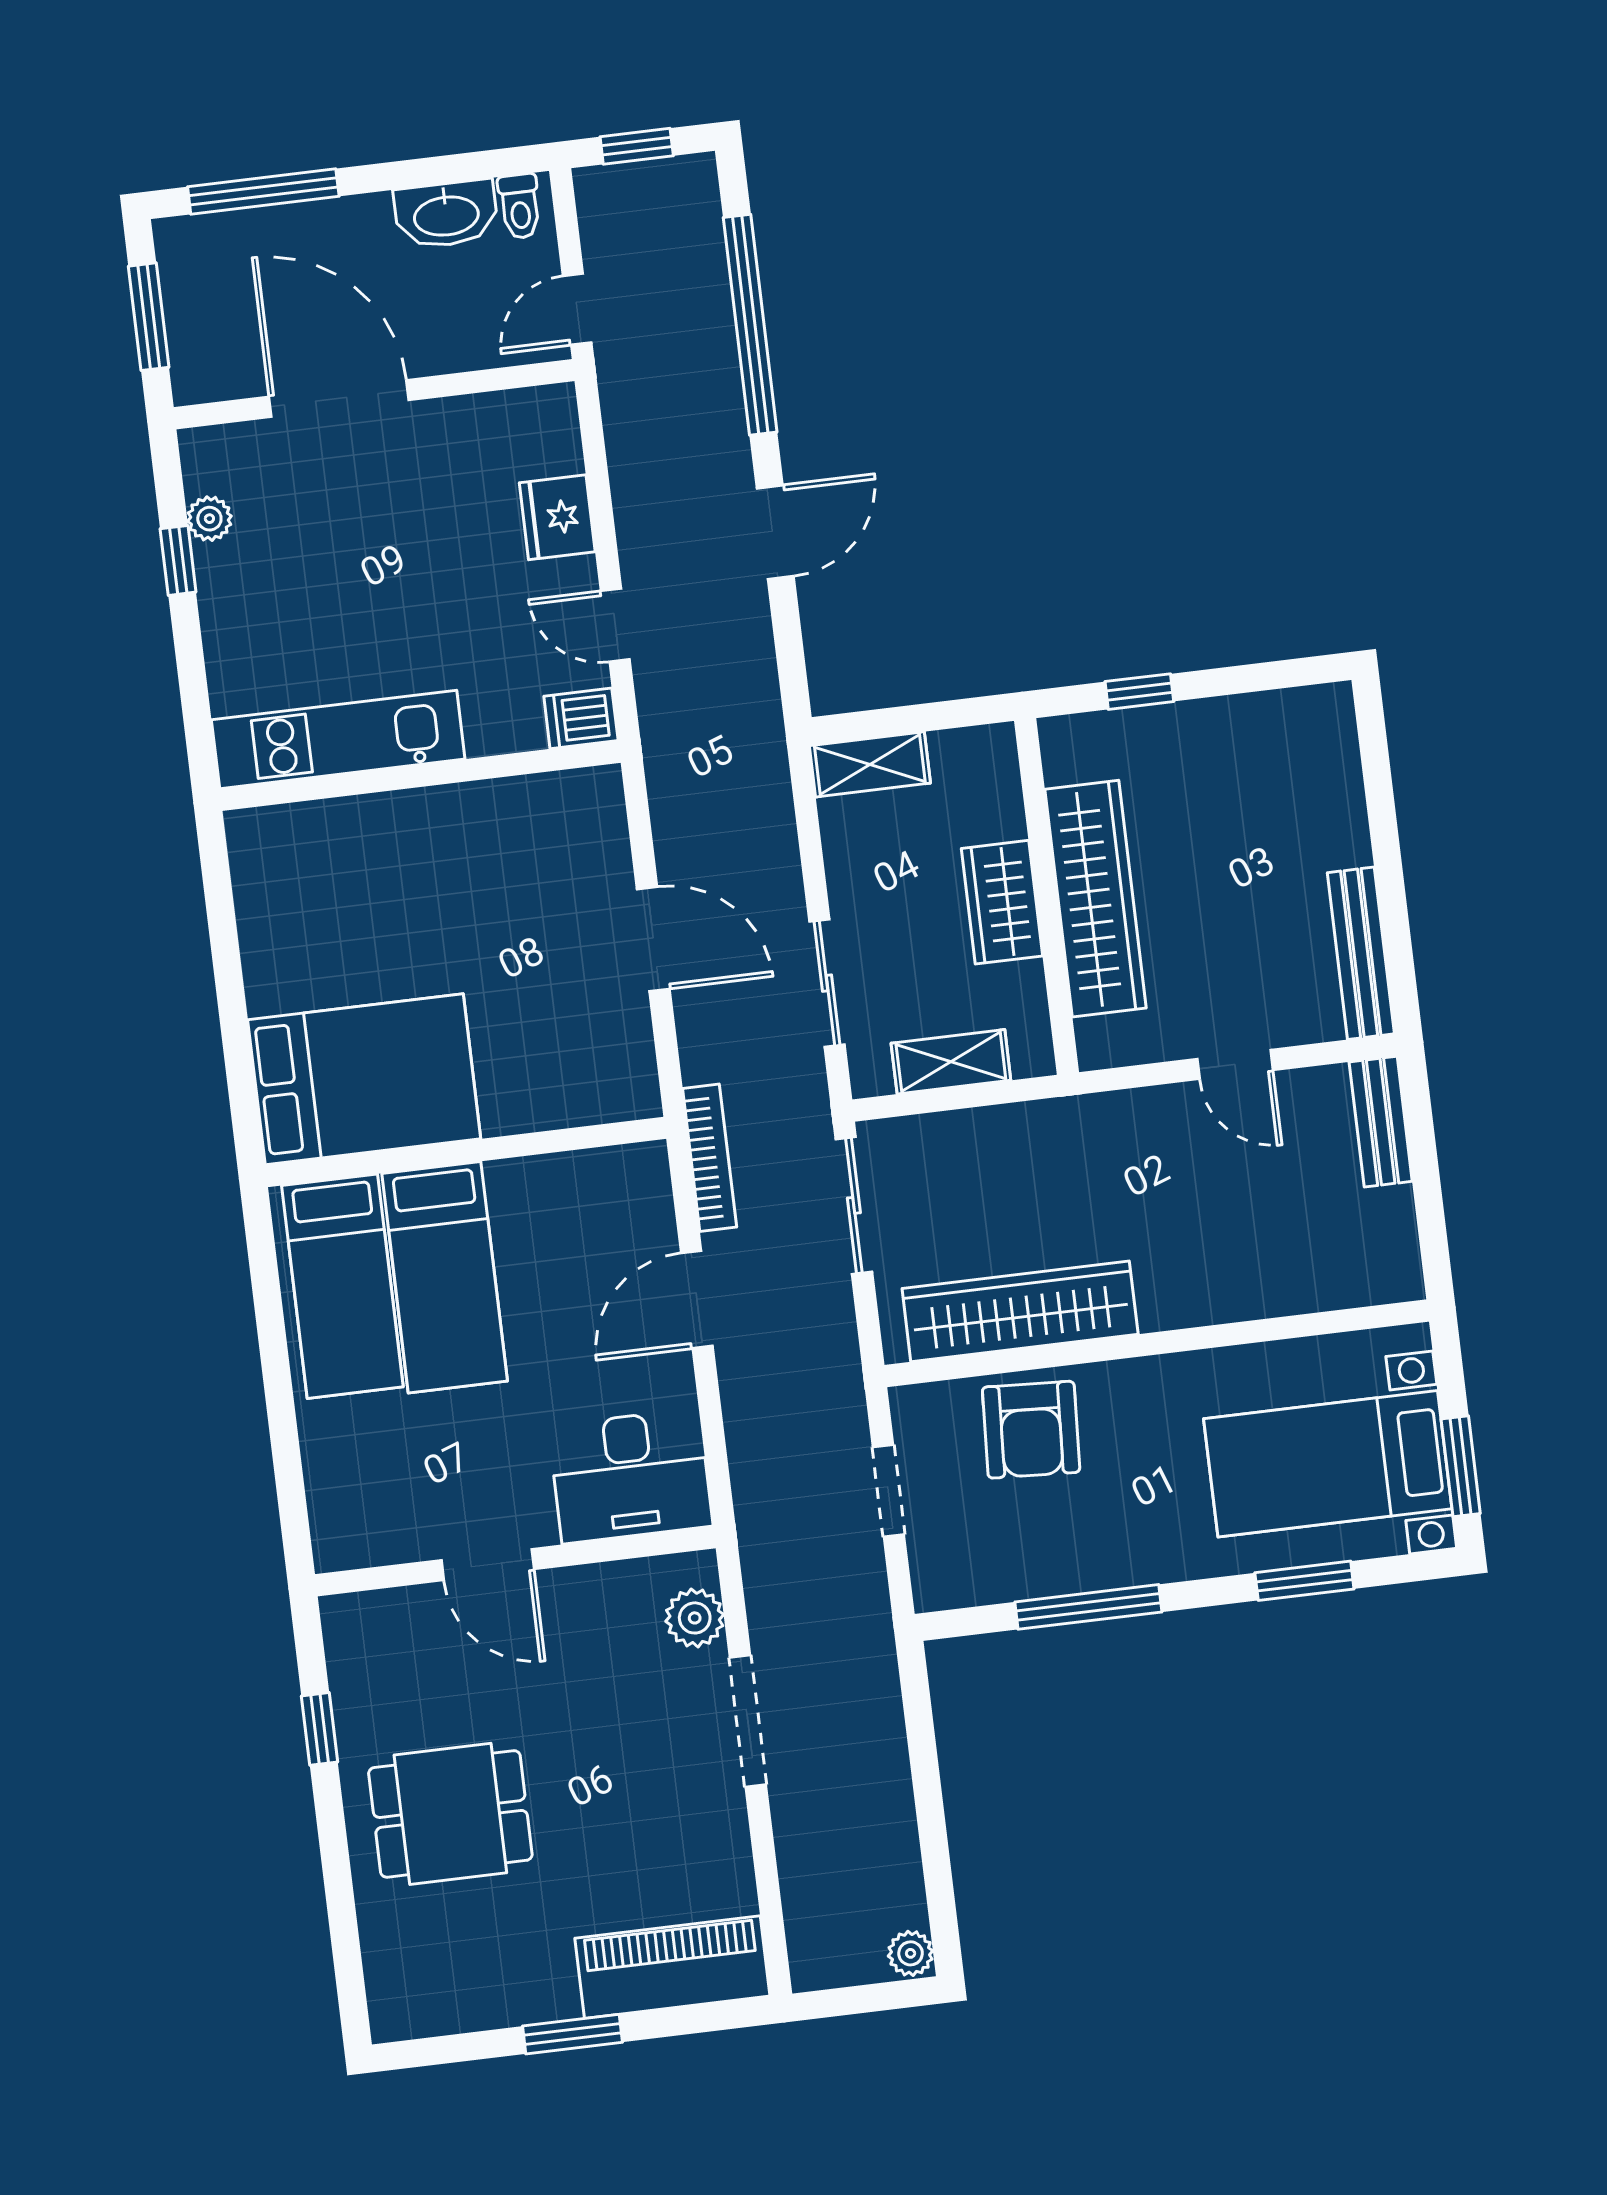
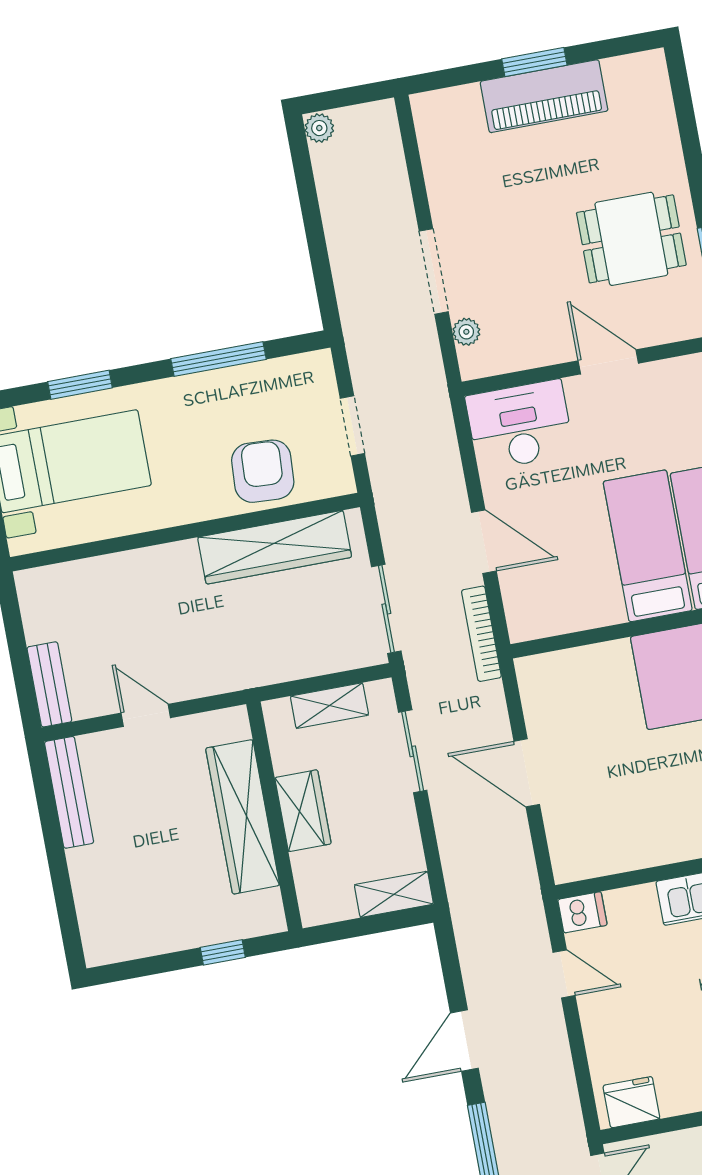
fridge: (557, 517) -> (631, 1102), moved, turned -90
door: (697, 1300) -> (484, 542), hinge flipped
plant: (695, 1618) -> (466, 332), width x0.73, depth x0.73
dining table: (450, 1814) -> (631, 239), moved
piano: (672, 1967) -> (544, 96), moved

